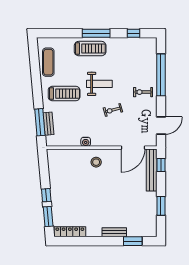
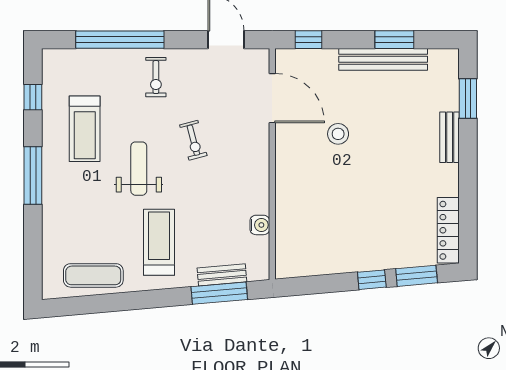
treadmill: (90, 49) -> (85, 129), moved, turned 180
water cooler: (86, 142) -> (260, 225), moved
stool: (96, 162) -> (338, 134), moved
bench: (152, 170) -> (383, 59), moved

